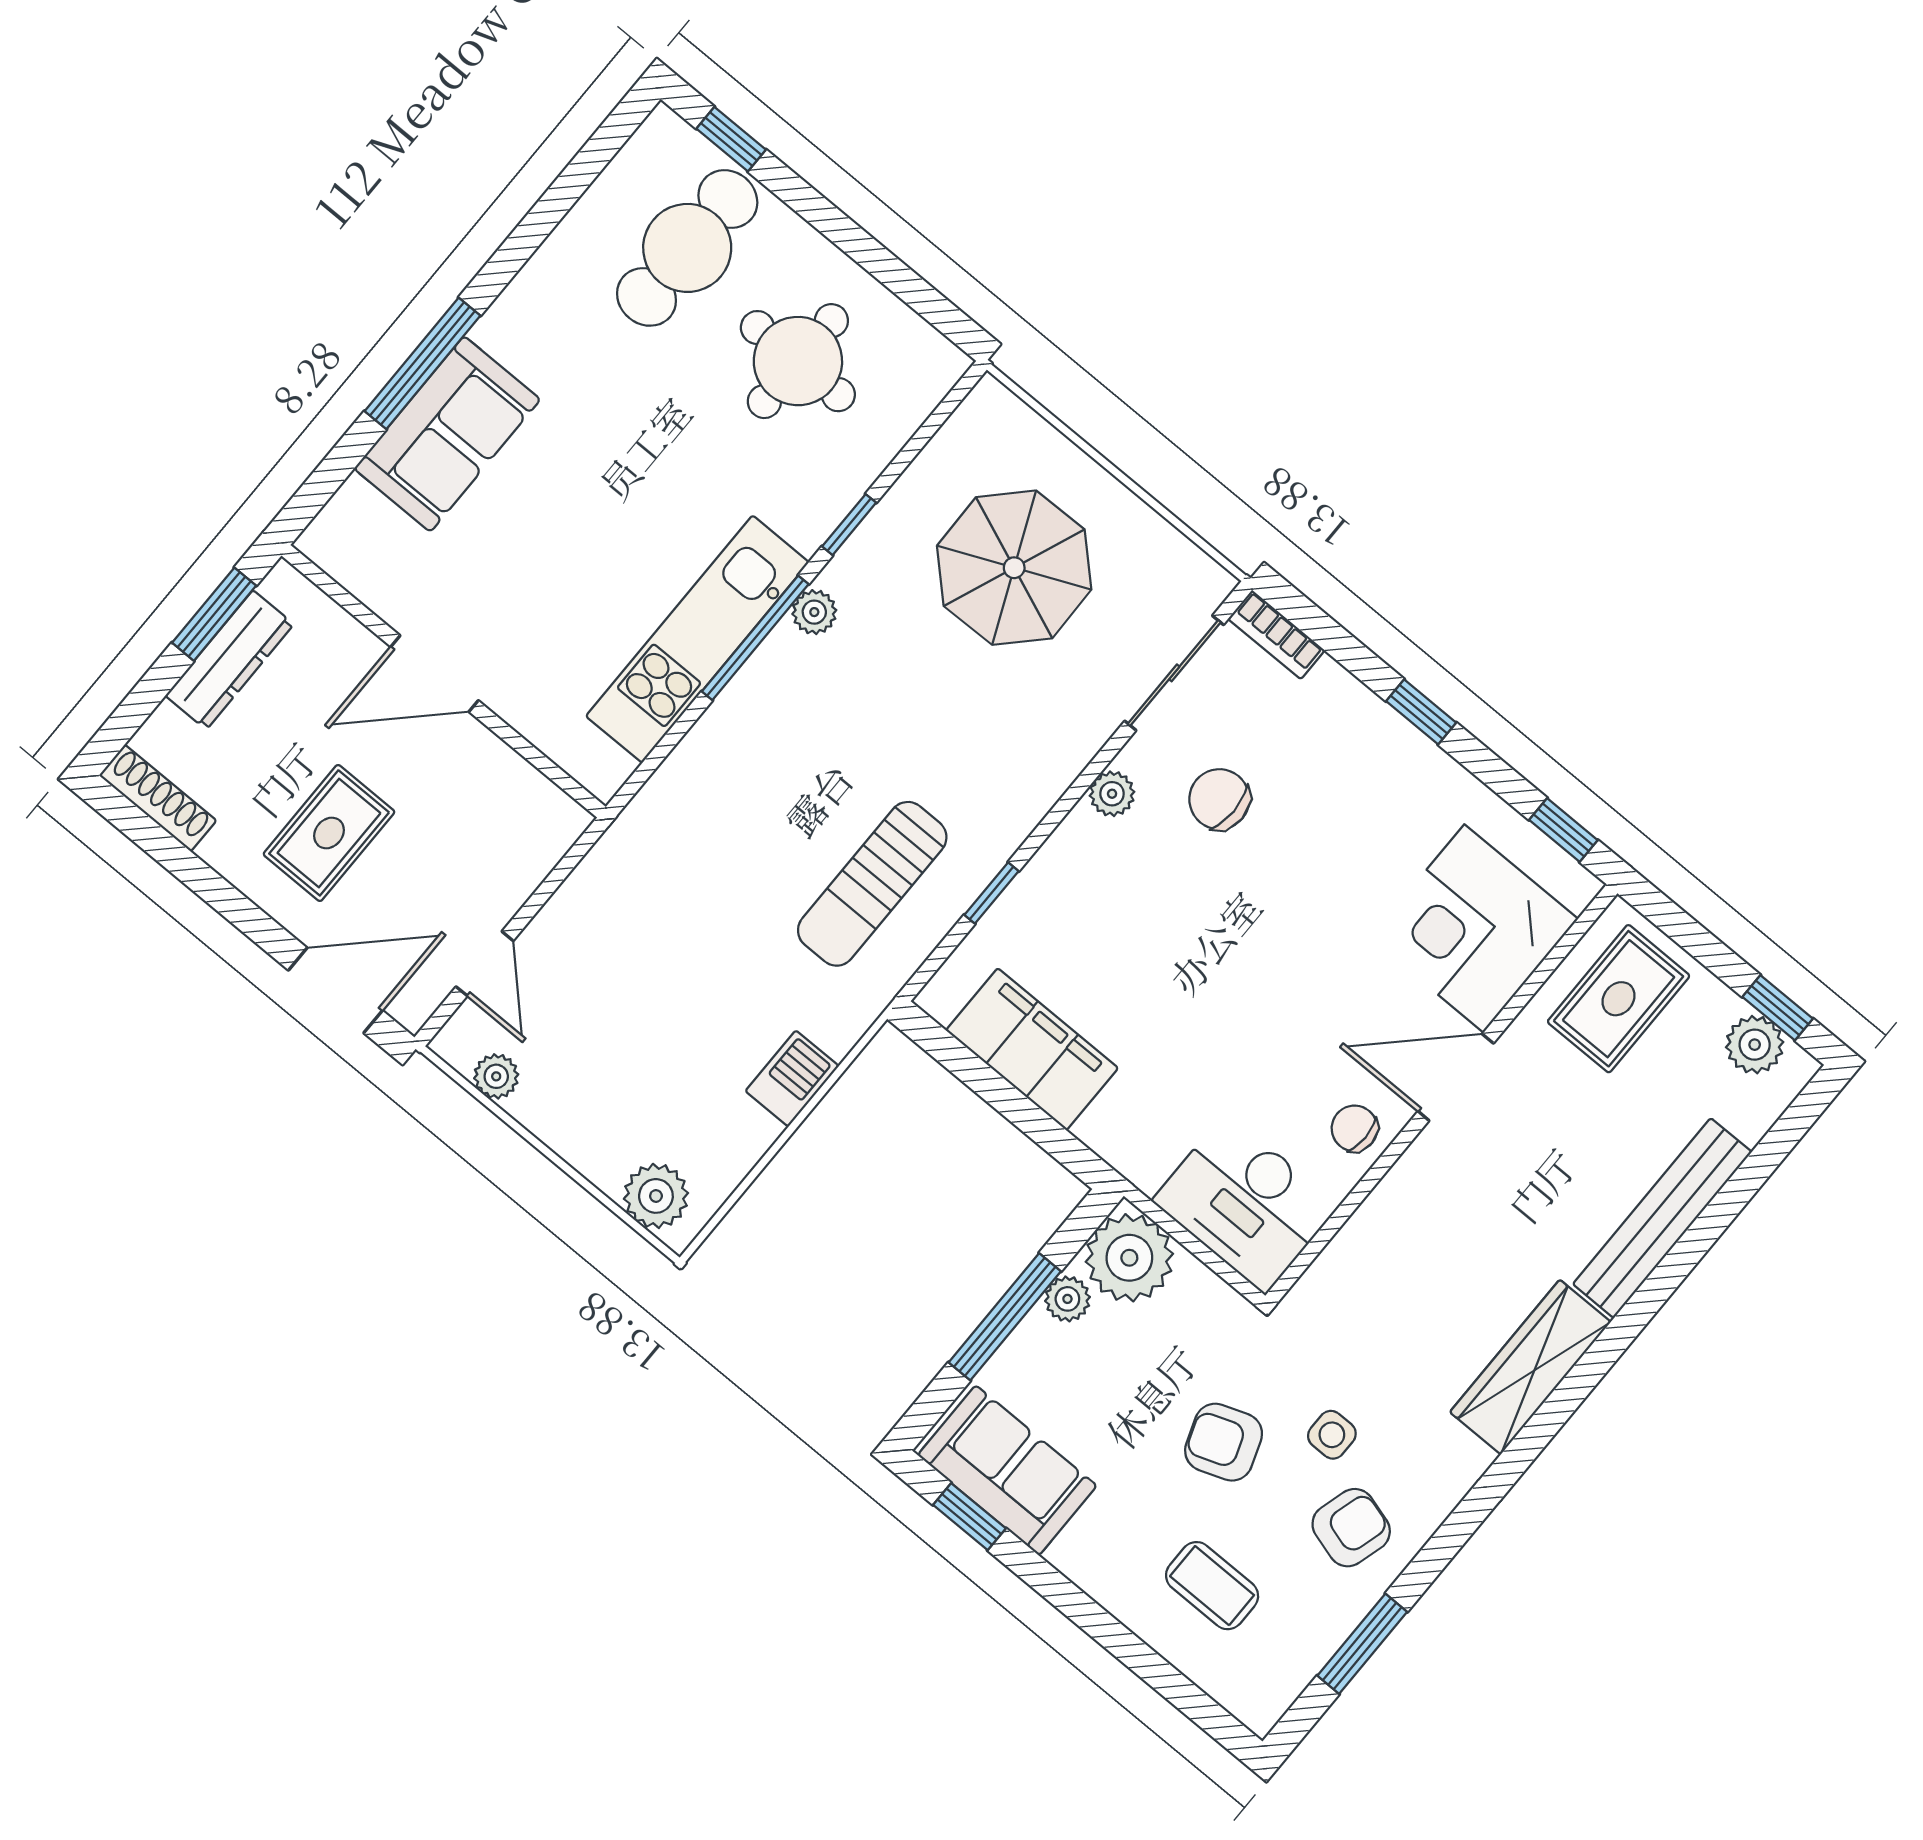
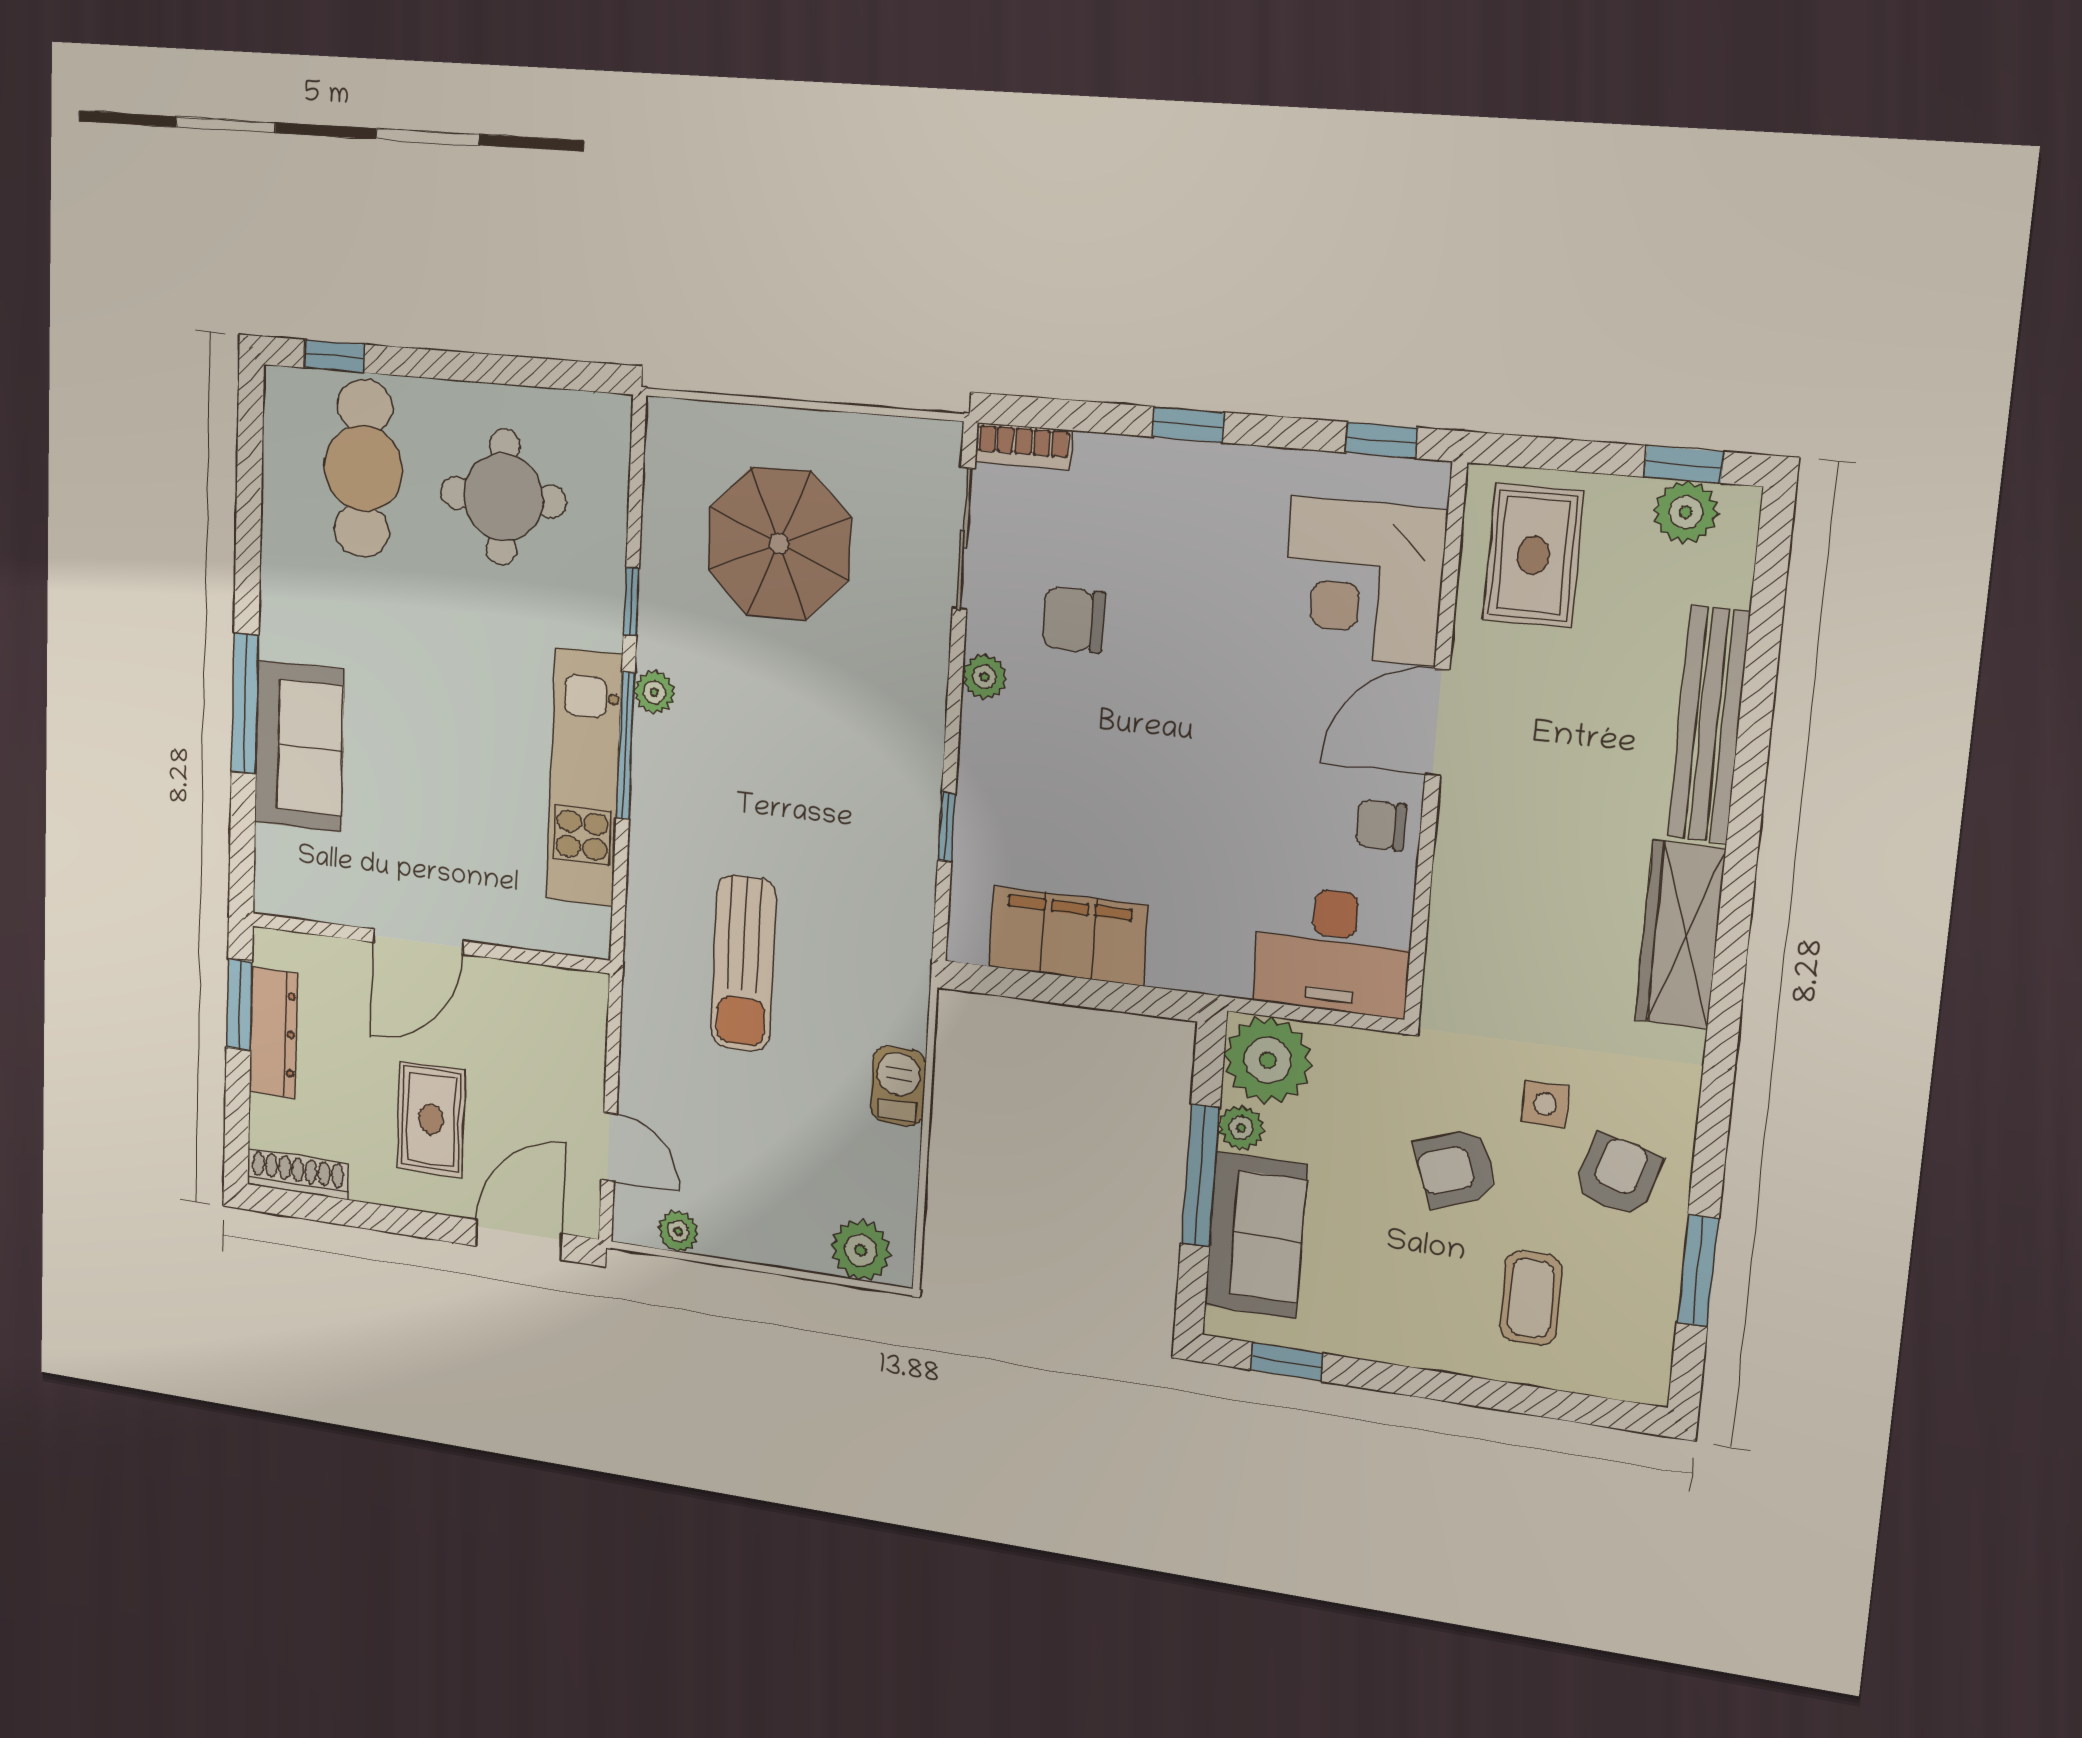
sun lounger: (872, 884) -> (743, 963), moved
sofa: (1007, 1470) -> (1256, 1235), moved, turned 90
coffee table: (1212, 1586) -> (1531, 1298), turned 90

